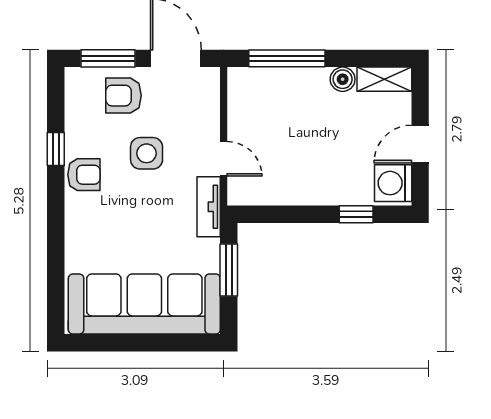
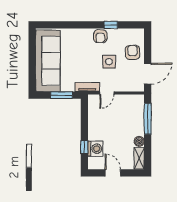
window: (108, 58) -> (148, 46), removed
washing machine: (393, 183) -> (95, 149), moved, turned 90

